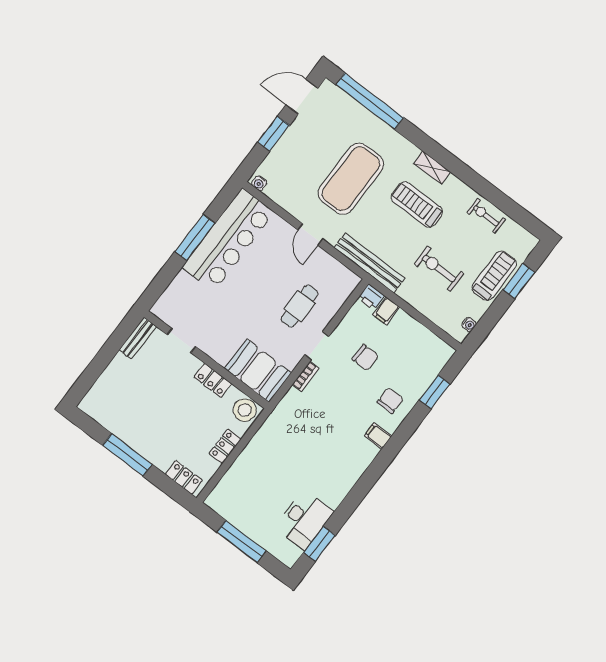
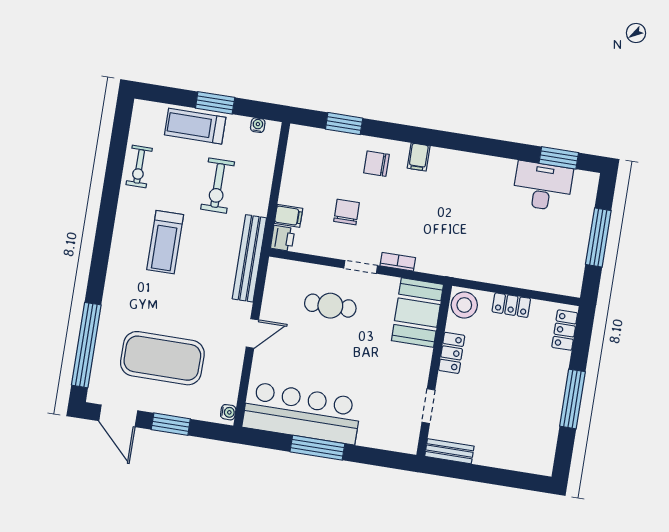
shelving: (432, 168) -> (120, 246), removed
exercise mat: (351, 179) -> (162, 358), moved
window: (519, 281) -> (215, 103), moved

